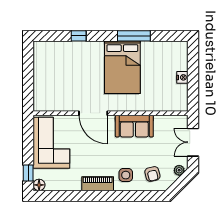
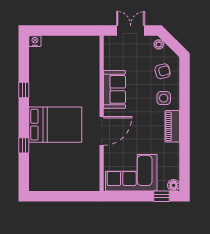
window: (134, 36) -> (24, 90), width x0.46
bed: (122, 67) -> (55, 125), moved
nightstand: (182, 77) -> (35, 41), moved
double door: (193, 142) -> (131, 30), swing flipped

